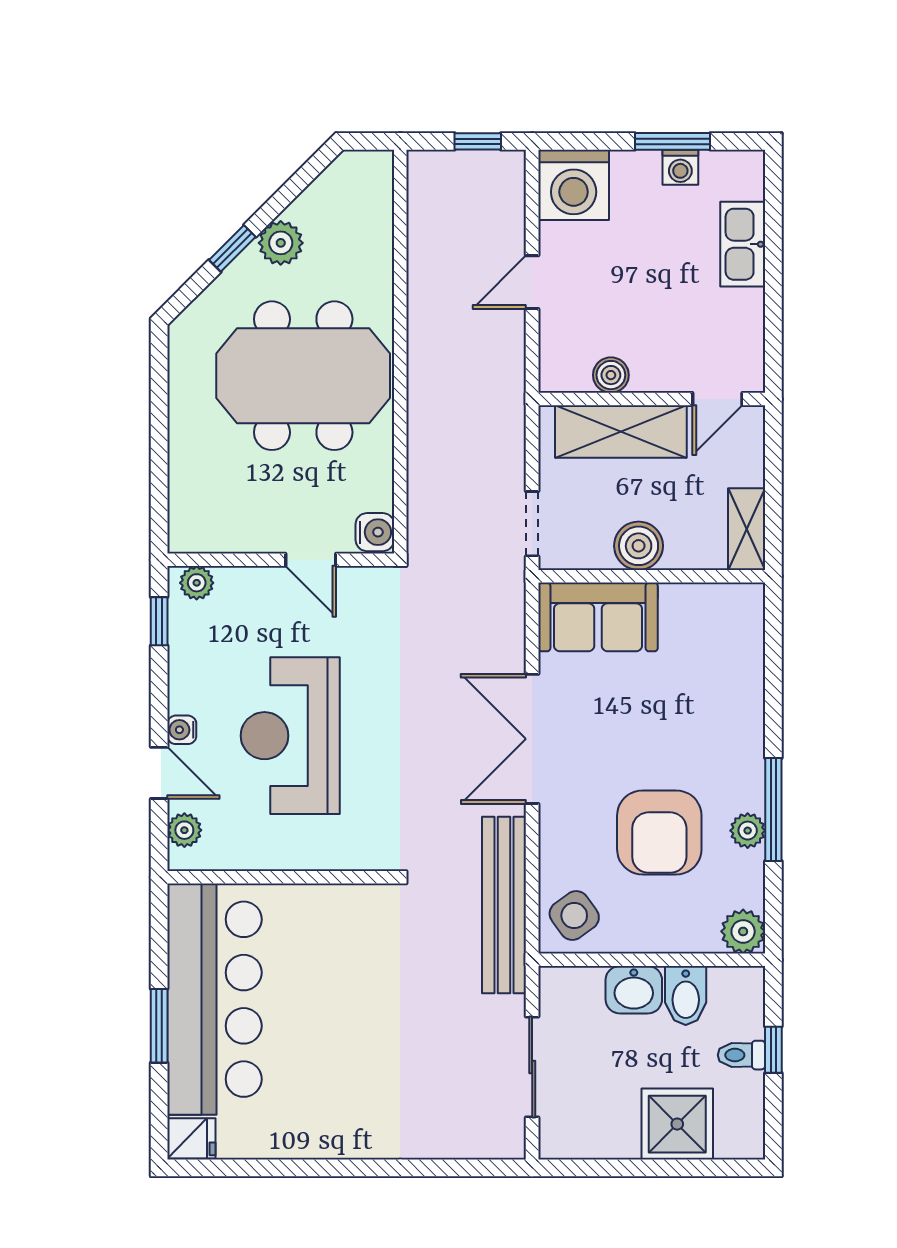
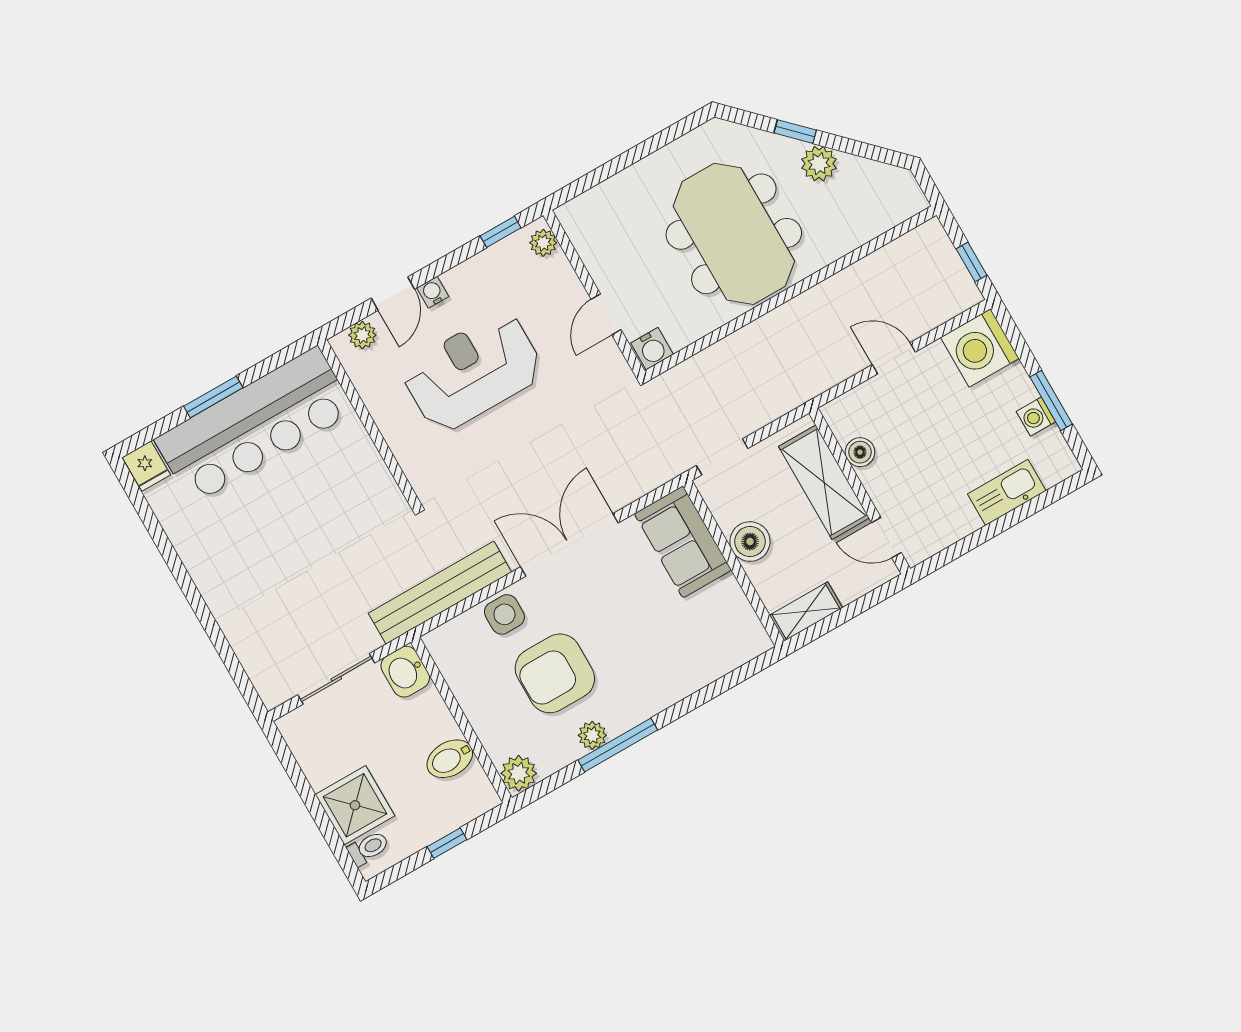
side table: (574, 916) -> (504, 614), moved, turned 36
washbasin: (634, 990) -> (405, 672), moved
toilet: (741, 1055) -> (368, 848), moved, turned 90

